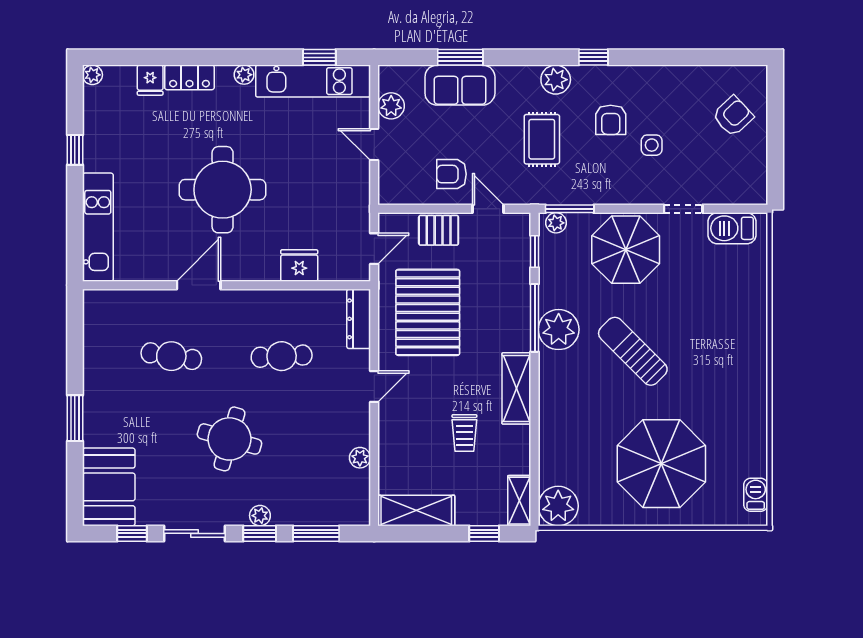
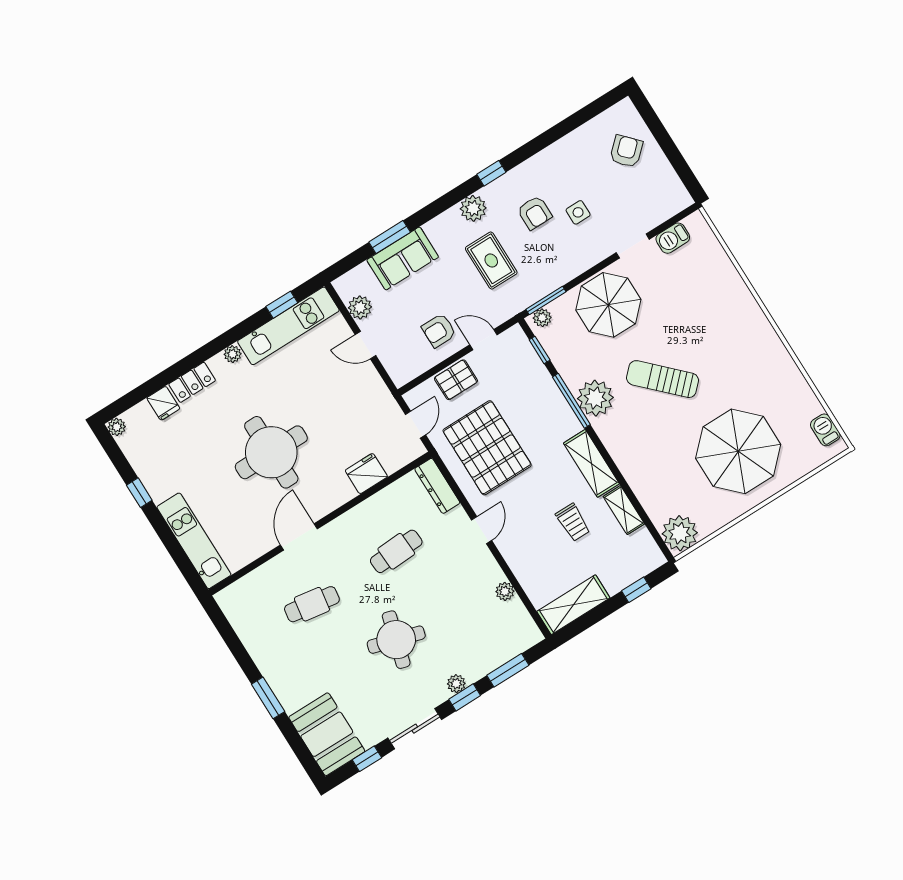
barbecue: (732, 228) -> (673, 238), width x0.73, depth x0.79
shelving: (519, 501) -> (624, 510), moved

